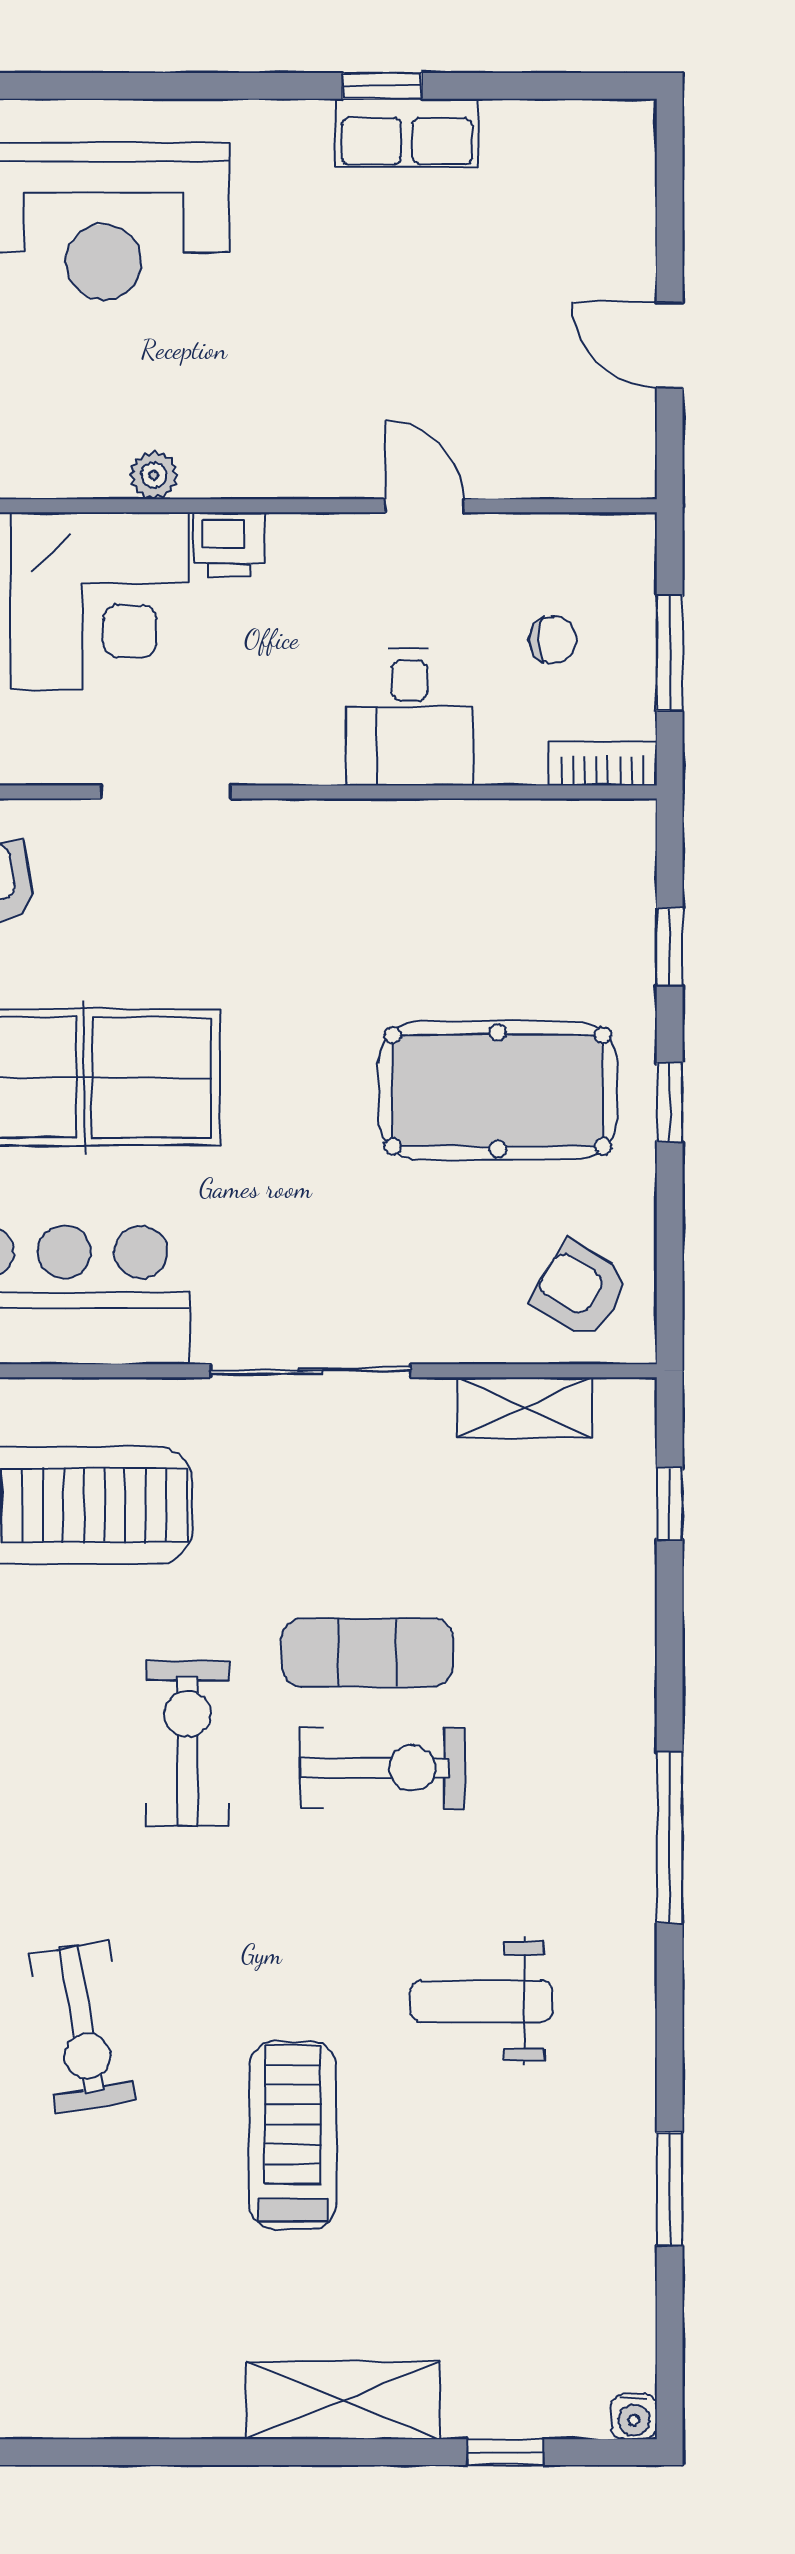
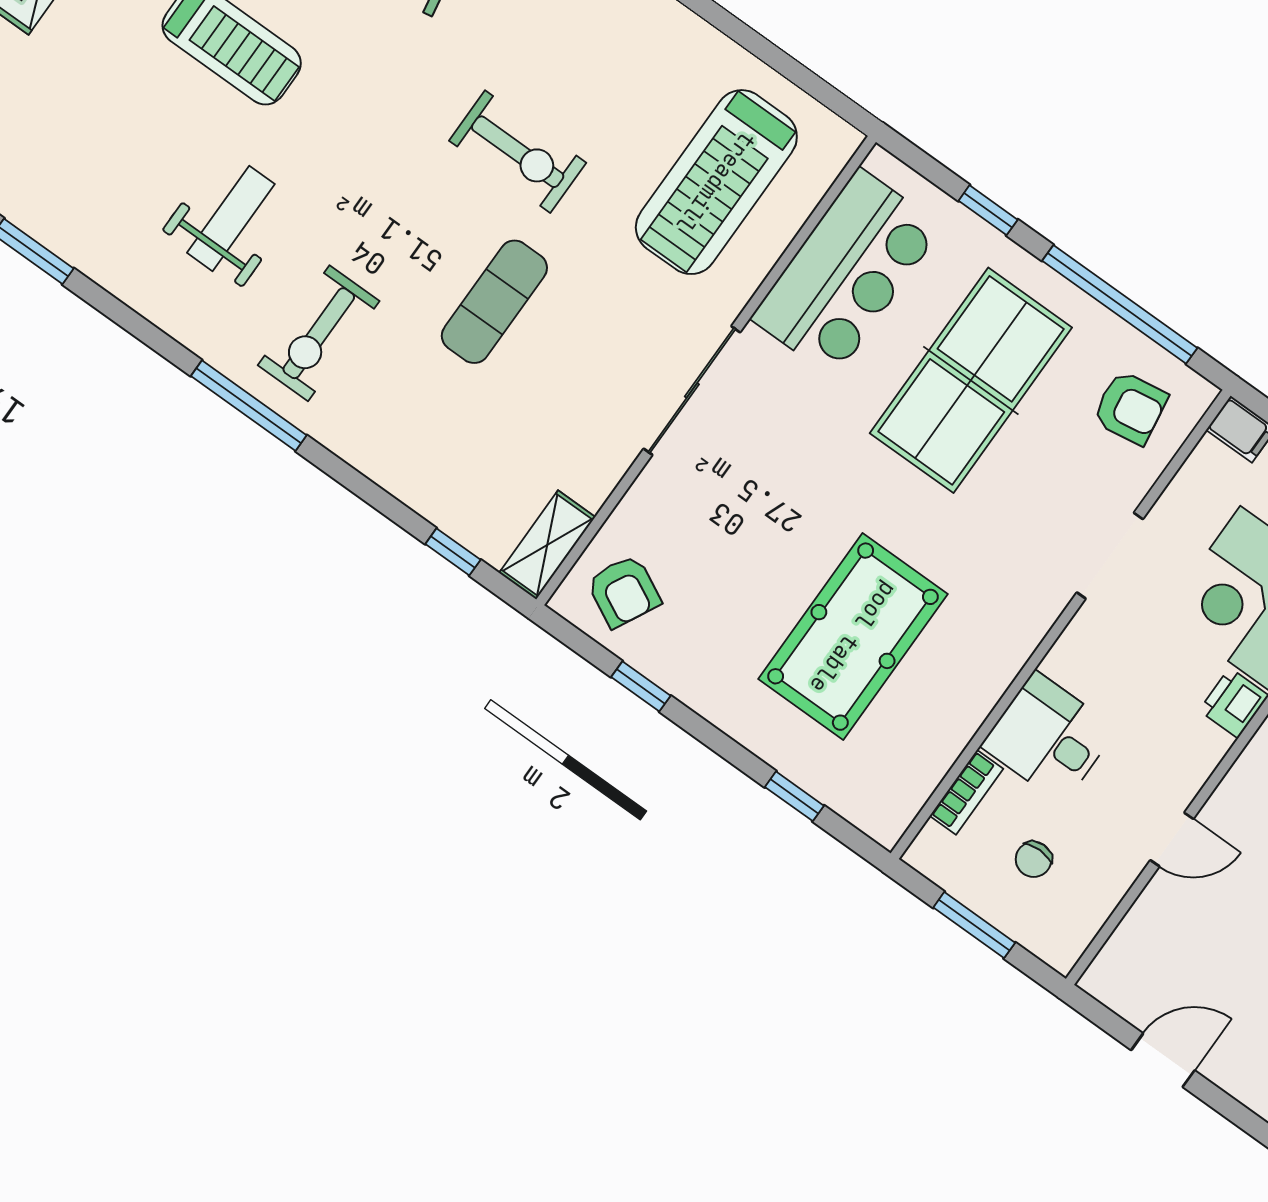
bookcase: (603, 764) -> (966, 792), moved
pool table: (498, 1091) -> (853, 637), moved
window: (670, 1102) -> (641, 686), moved
armchair: (580, 1289) -> (624, 591), turned 86
shelving: (525, 1408) -> (547, 545), moved
exercise bike: (383, 1768) -> (319, 333), moved

